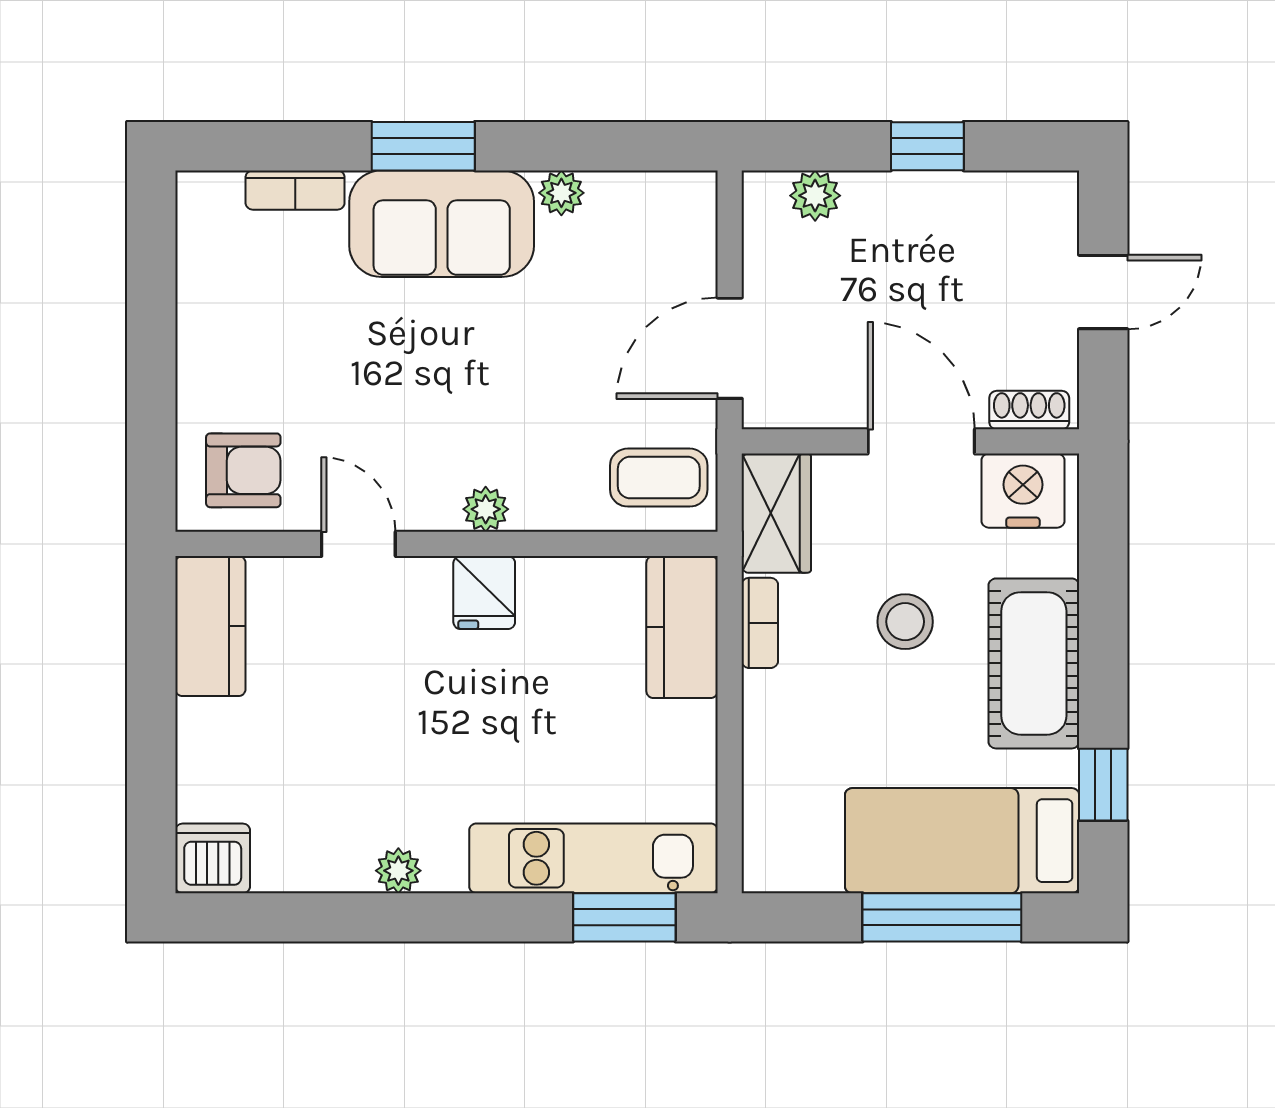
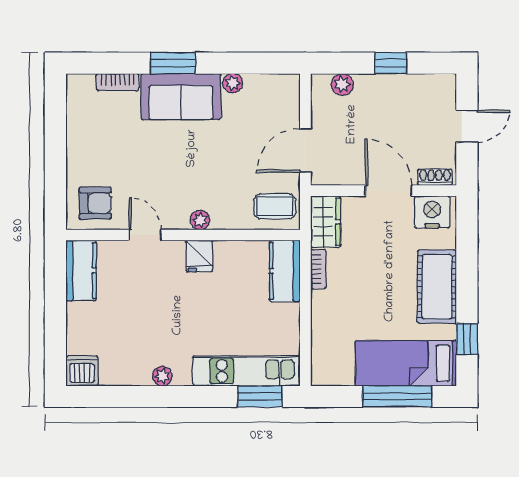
stool: (905, 622) -> (381, 269), removed

